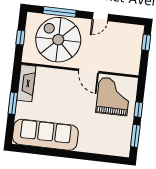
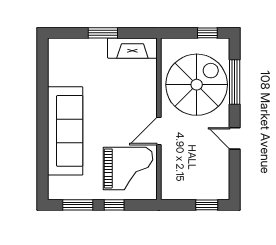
window: (20, 38) -> (207, 33), moved
sofa: (45, 135) -> (65, 131), moved

